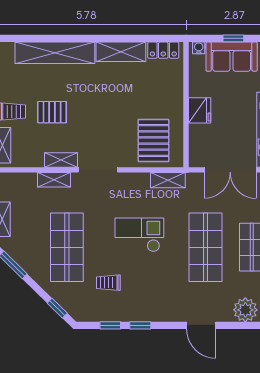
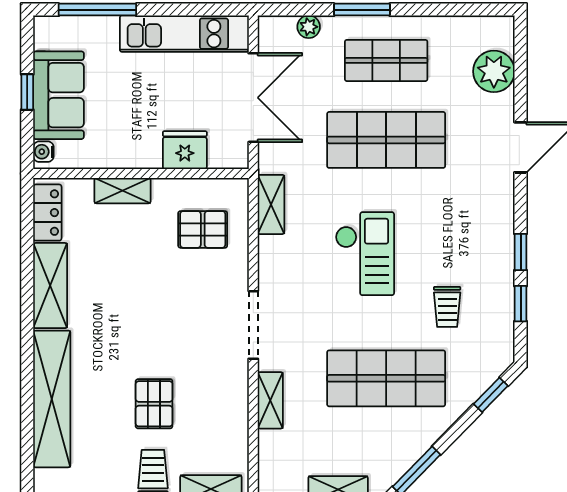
fridge: (200, 110) -> (185, 150), moved
pallet: (153, 140) -> (203, 229), width x0.67, depth x0.71
shelving: (61, 160) -> (122, 191), moved, turned 90
checkout: (139, 235) -> (365, 254), turned 180

